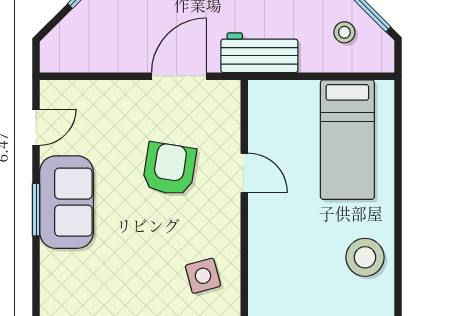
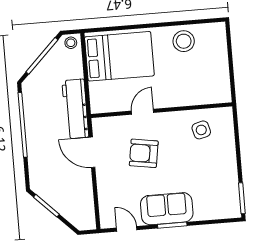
stool: (344, 32) -> (71, 43), moved
workbench: (259, 53) -> (75, 109), width x1.38
bed: (347, 140) -> (119, 56), width x1.50

